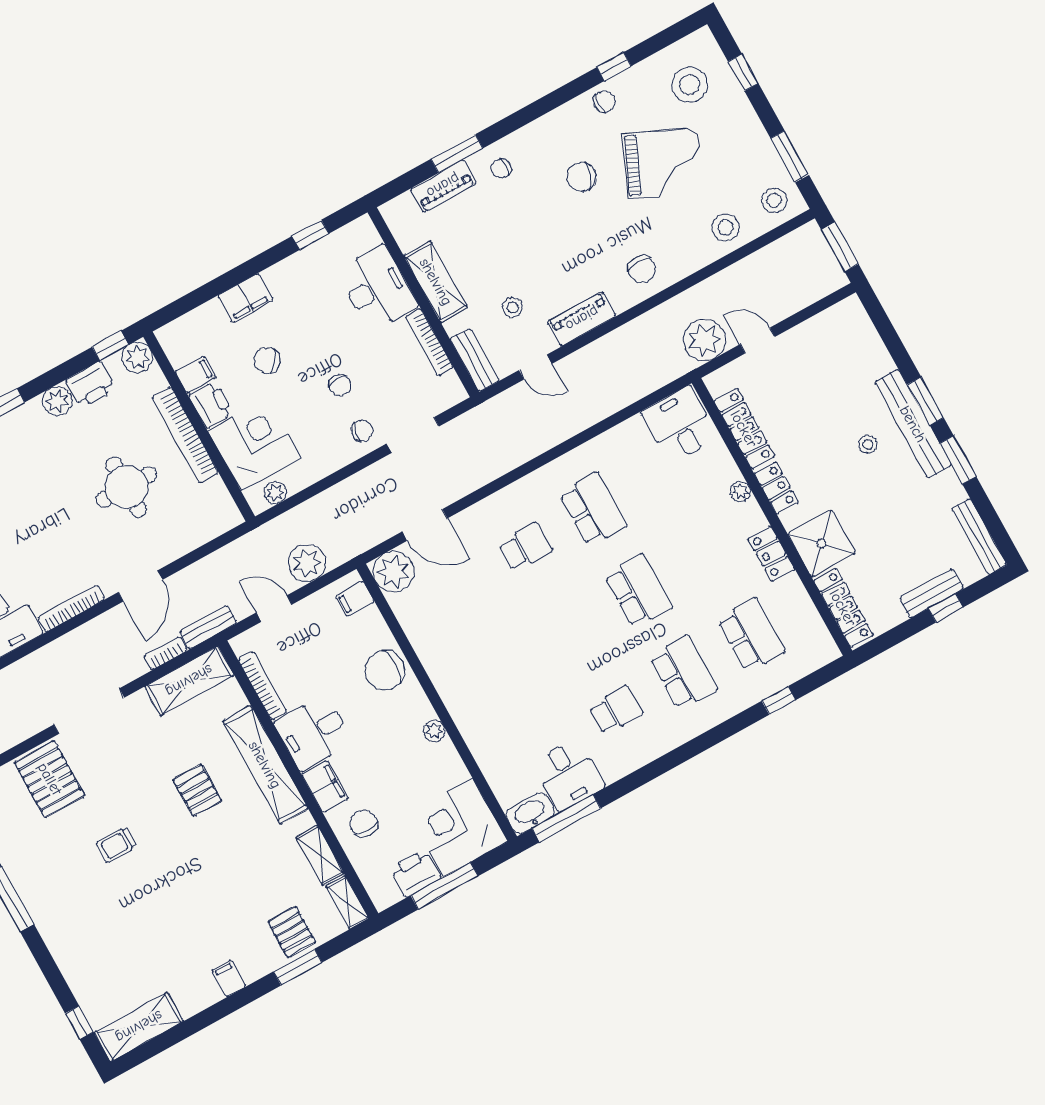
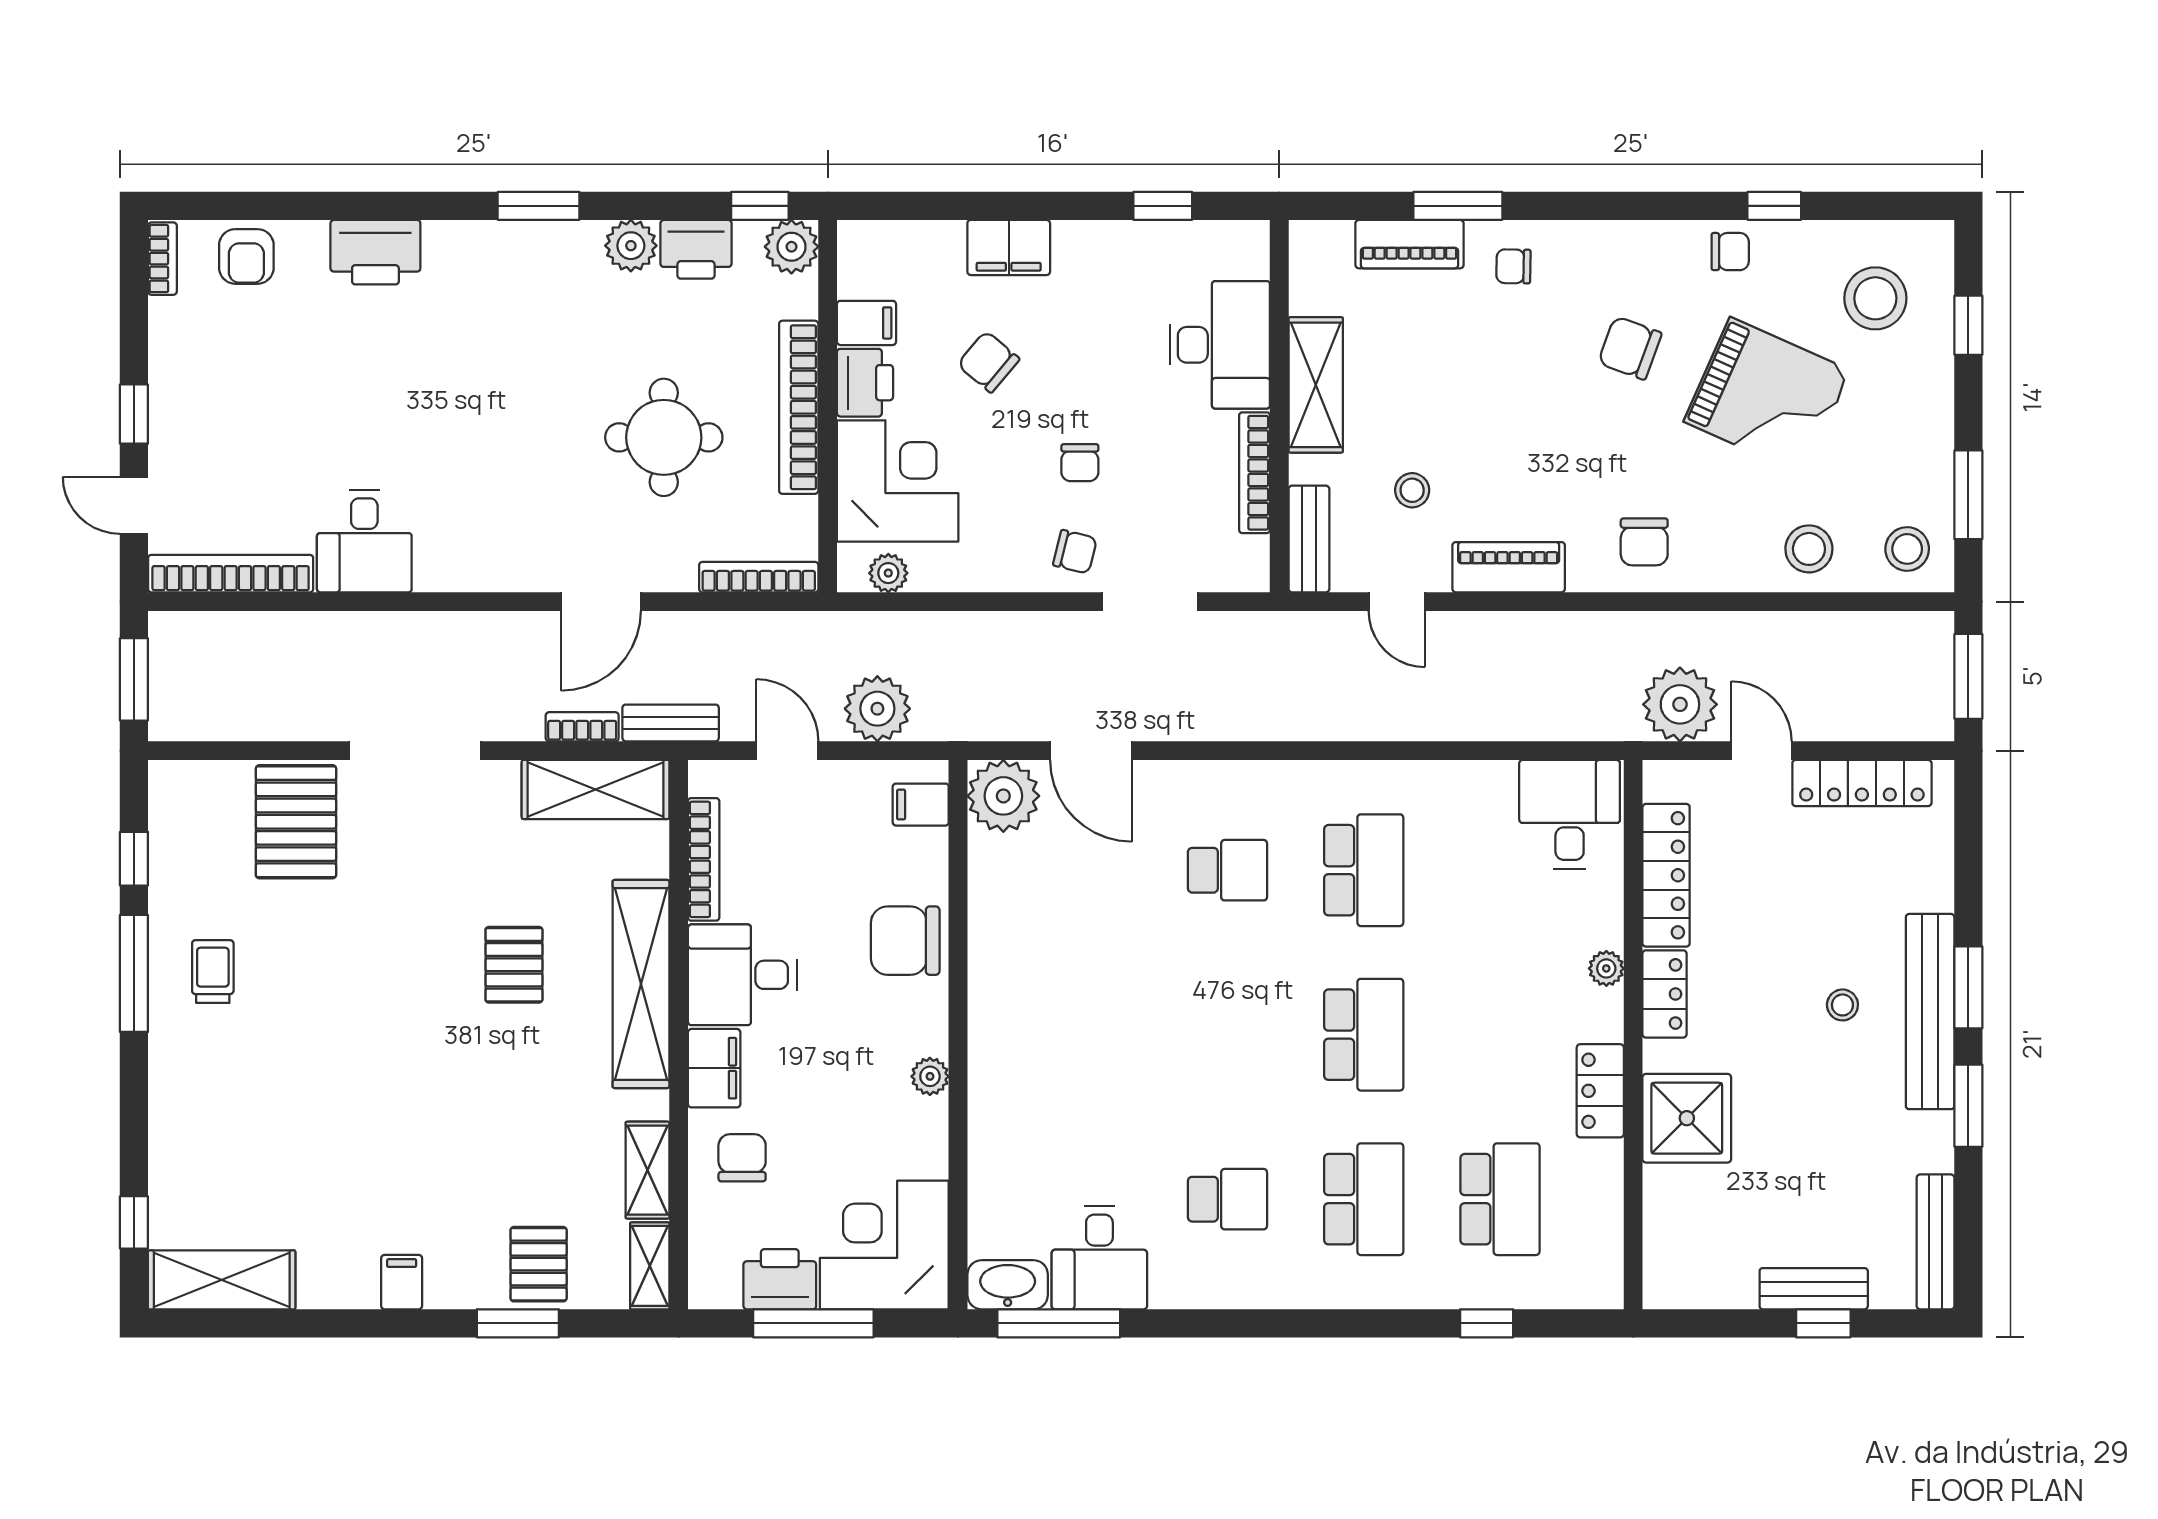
bookcase: (71, 608) -> (759, 577), moved
locker: (843, 608) -> (1862, 783), moved, turned 90
trolley: (116, 845) -> (213, 972), moved, turned 90

